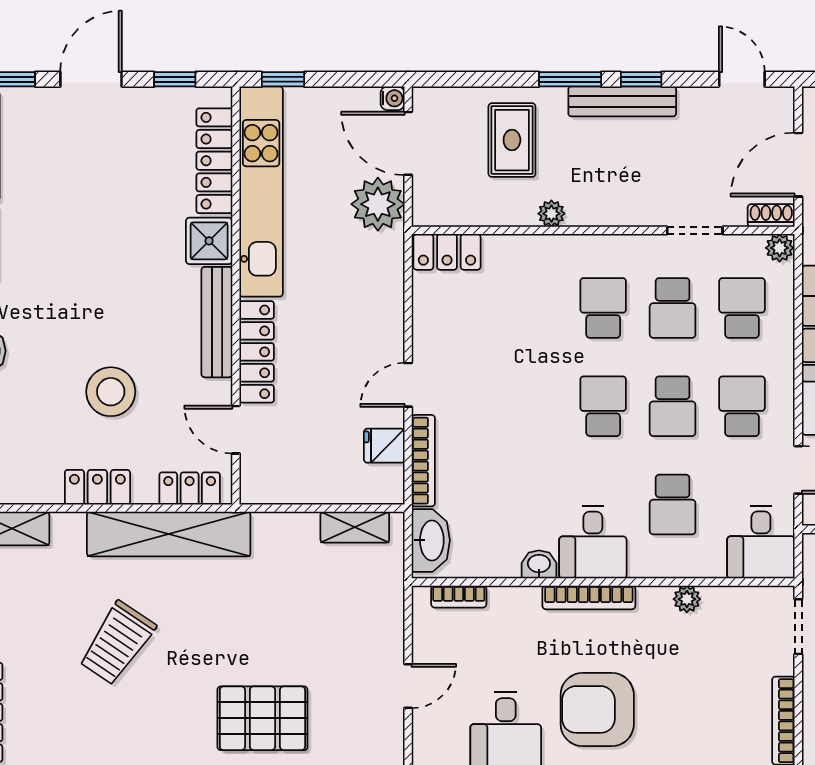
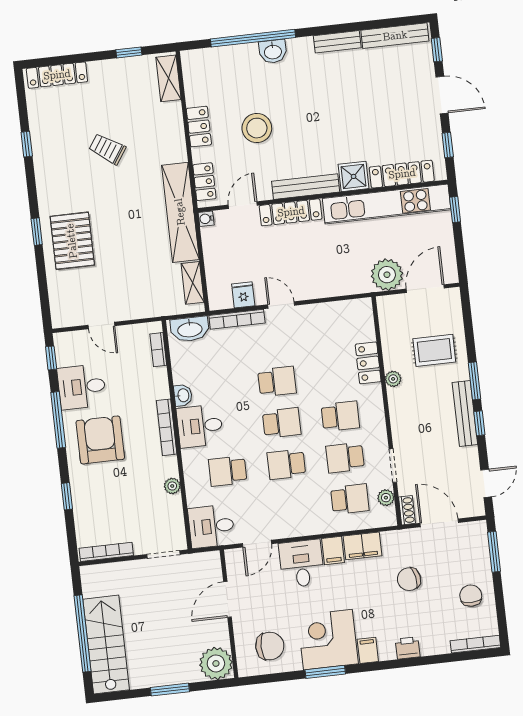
water cooler: (393, 98) -> (206, 219), moved, turned 90
plant: (780, 248) -> (386, 498), moved
locker: (447, 252) -> (368, 363), moved
school desk: (742, 406) -> (277, 381), moved
shelving: (169, 534) -> (180, 212), moved
trolley: (117, 643) -> (107, 149), width x0.73, depth x0.72

